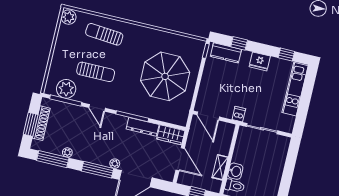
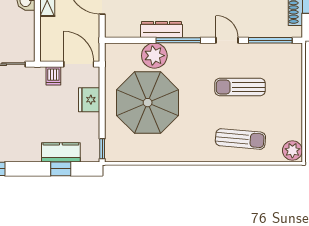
kitchen counter: (226, 53) -> (61, 152), moved
fridge: (260, 61) -> (89, 100), moved, turned -90
plant: (66, 89) -> (154, 56), moved
dishwasher: (239, 114) -> (53, 76), moved
wardrobe: (171, 135) -> (122, 28), removed

